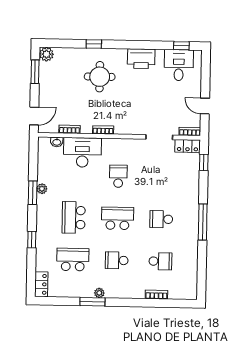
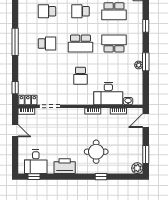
school desk: (74, 217) -> (114, 44), turned -90
school desk: (117, 260) -> (80, 11), turned 180

